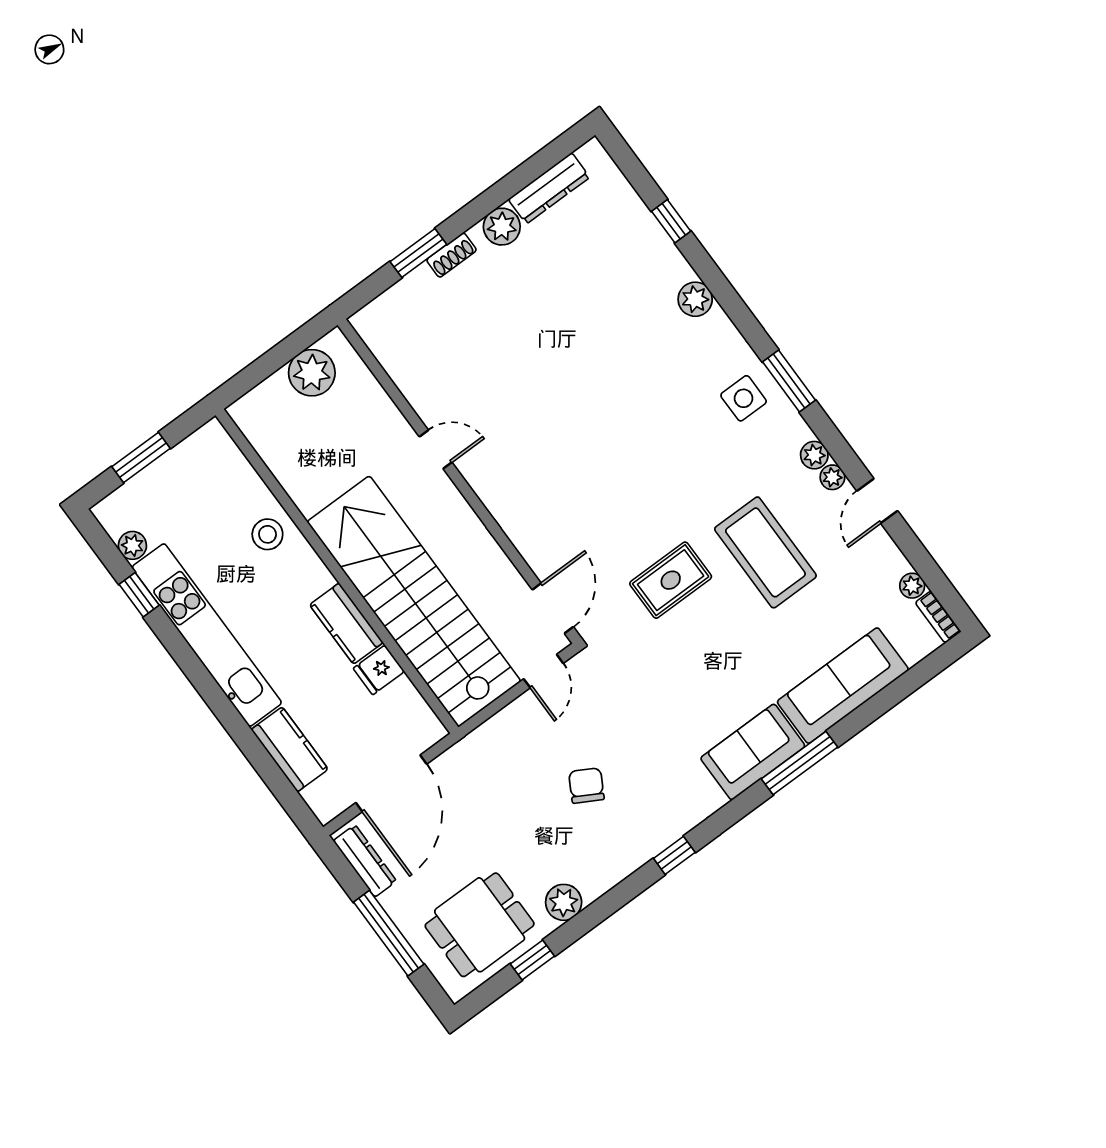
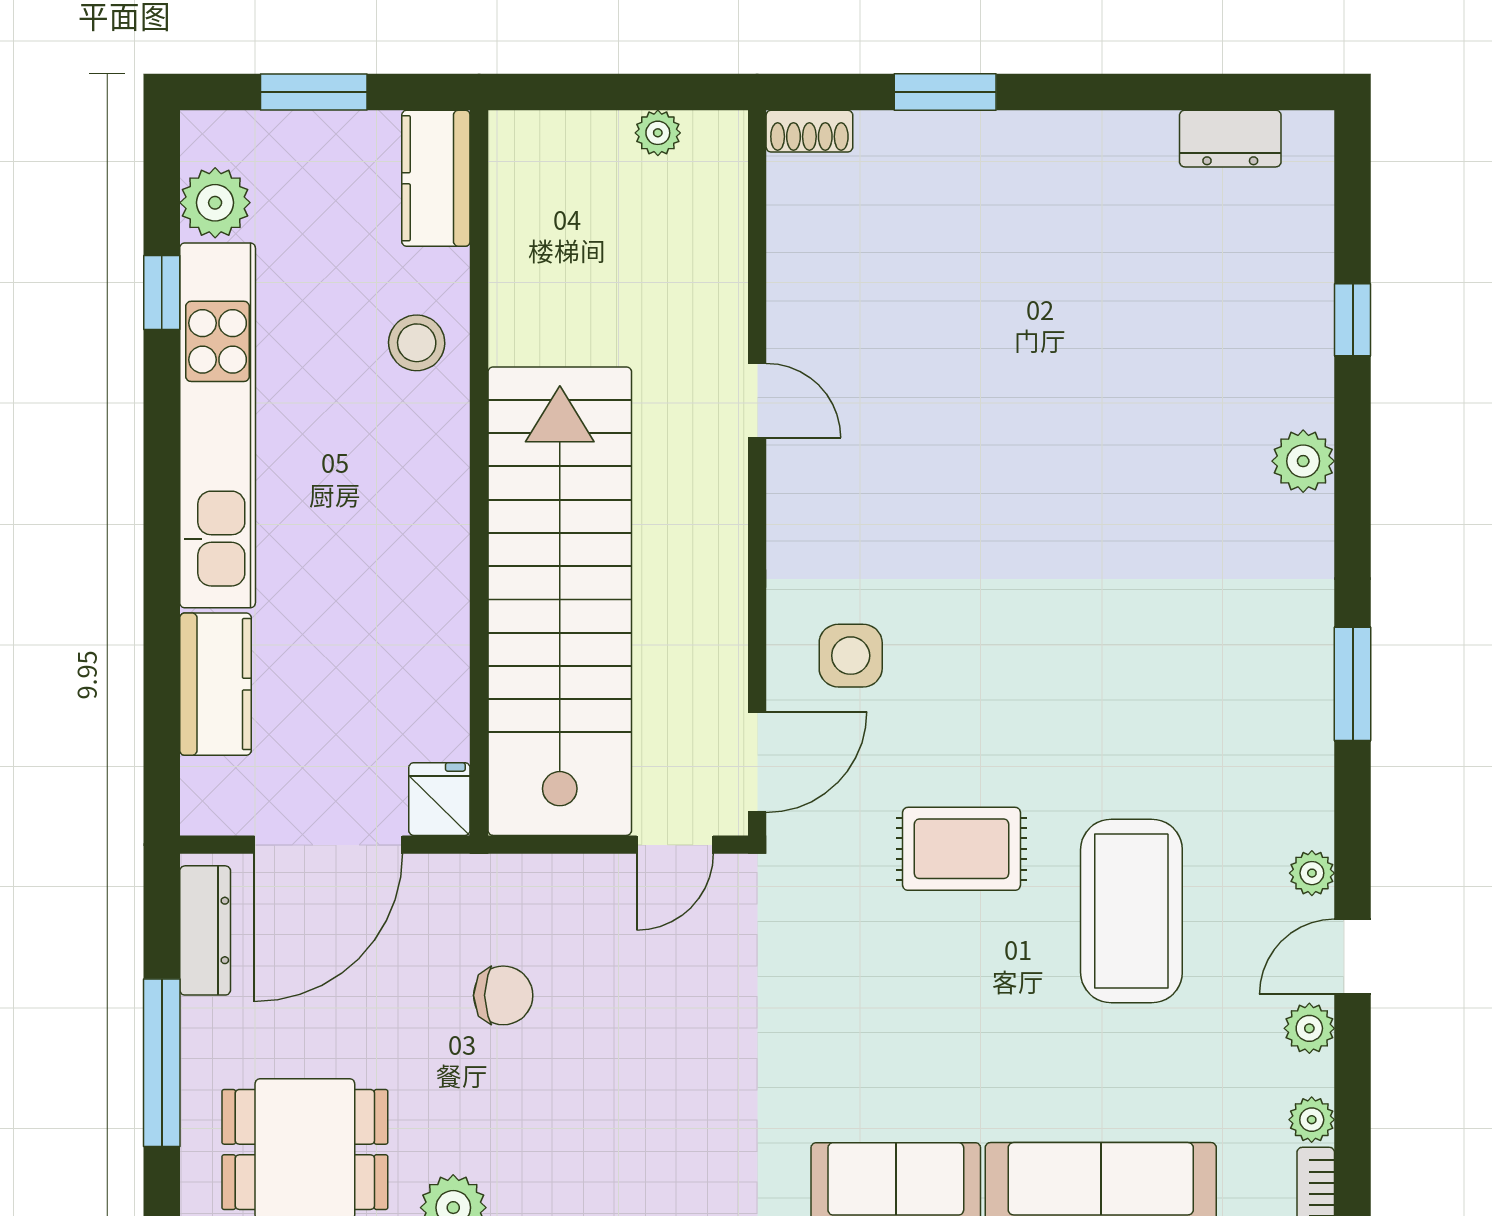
dresser: (549, 188) -> (1230, 139), width x0.70
plant: (502, 227) -> (1097, 144), removed
shoe rack: (452, 255) -> (809, 131), moved
plant: (312, 373) -> (658, 133), width x0.53, depth x0.53
side table: (744, 398) -> (851, 656), moved
plant: (814, 455) -> (1309, 1028), moved
plant: (132, 545) -> (215, 203), width x1.38, depth x1.38
kitchen counter: (346, 624) -> (436, 178), moved
fridge: (379, 670) -> (439, 799), moved, turned 90
chair: (586, 786) -> (503, 995), moved, turned 61

